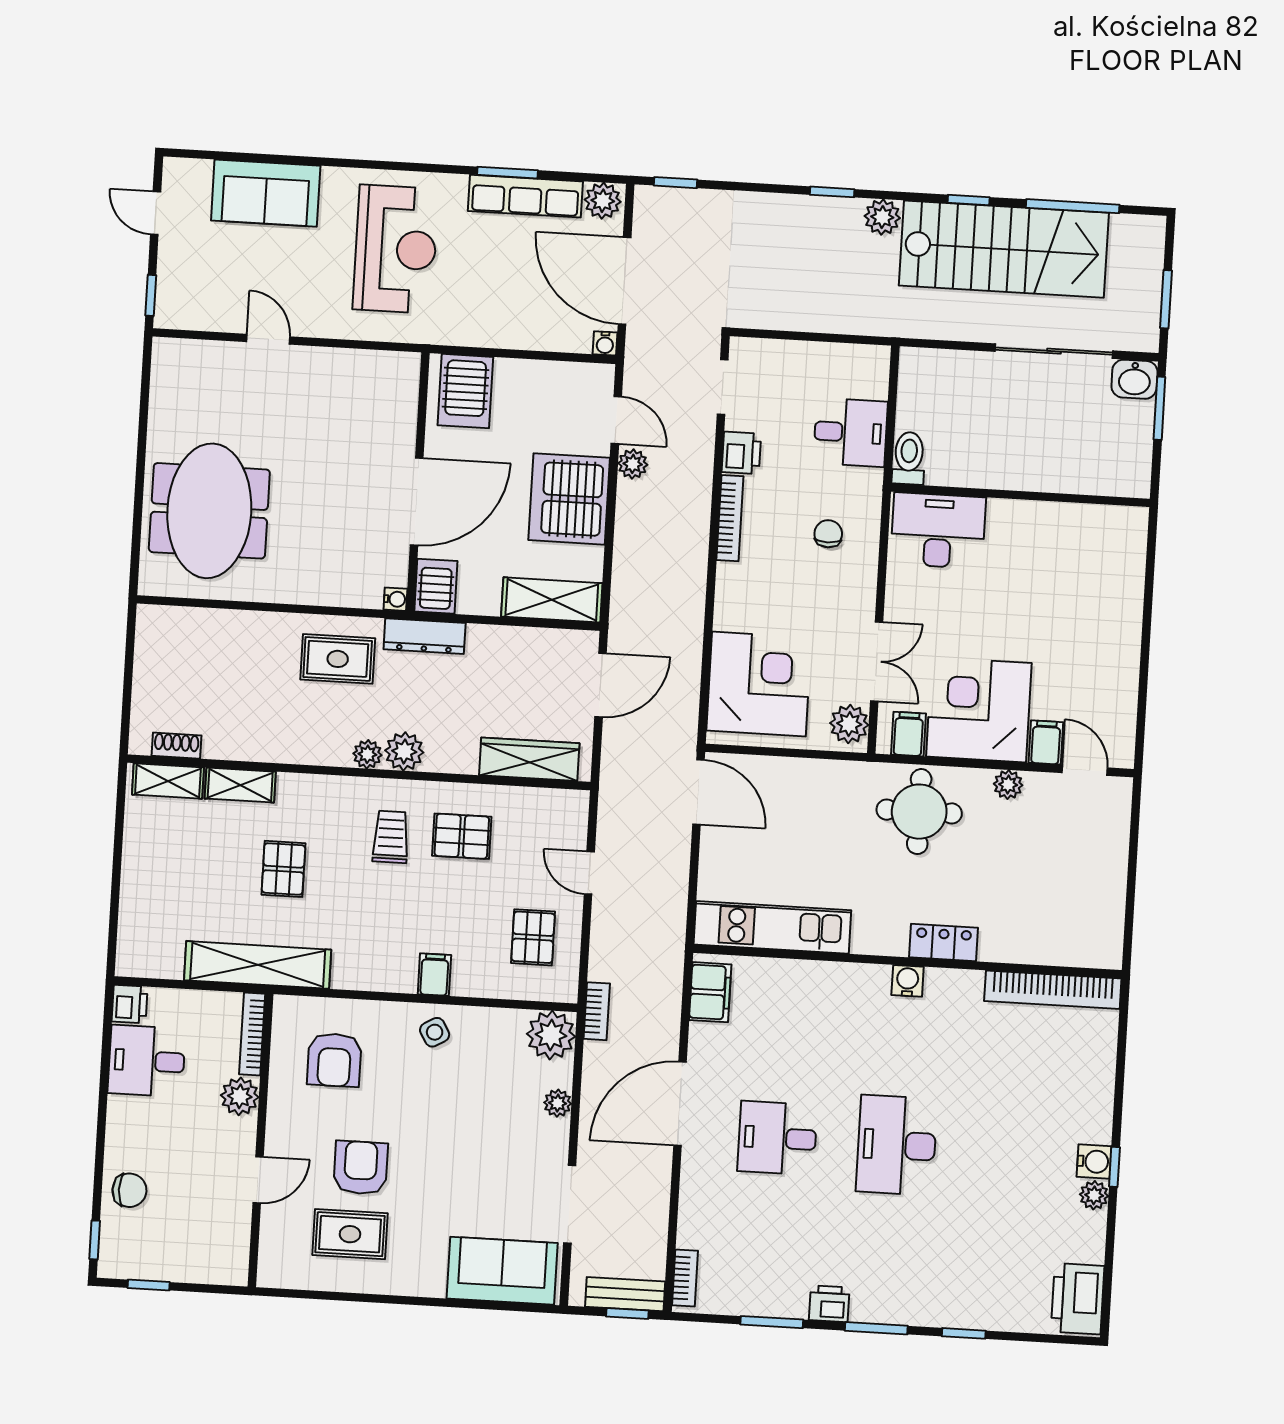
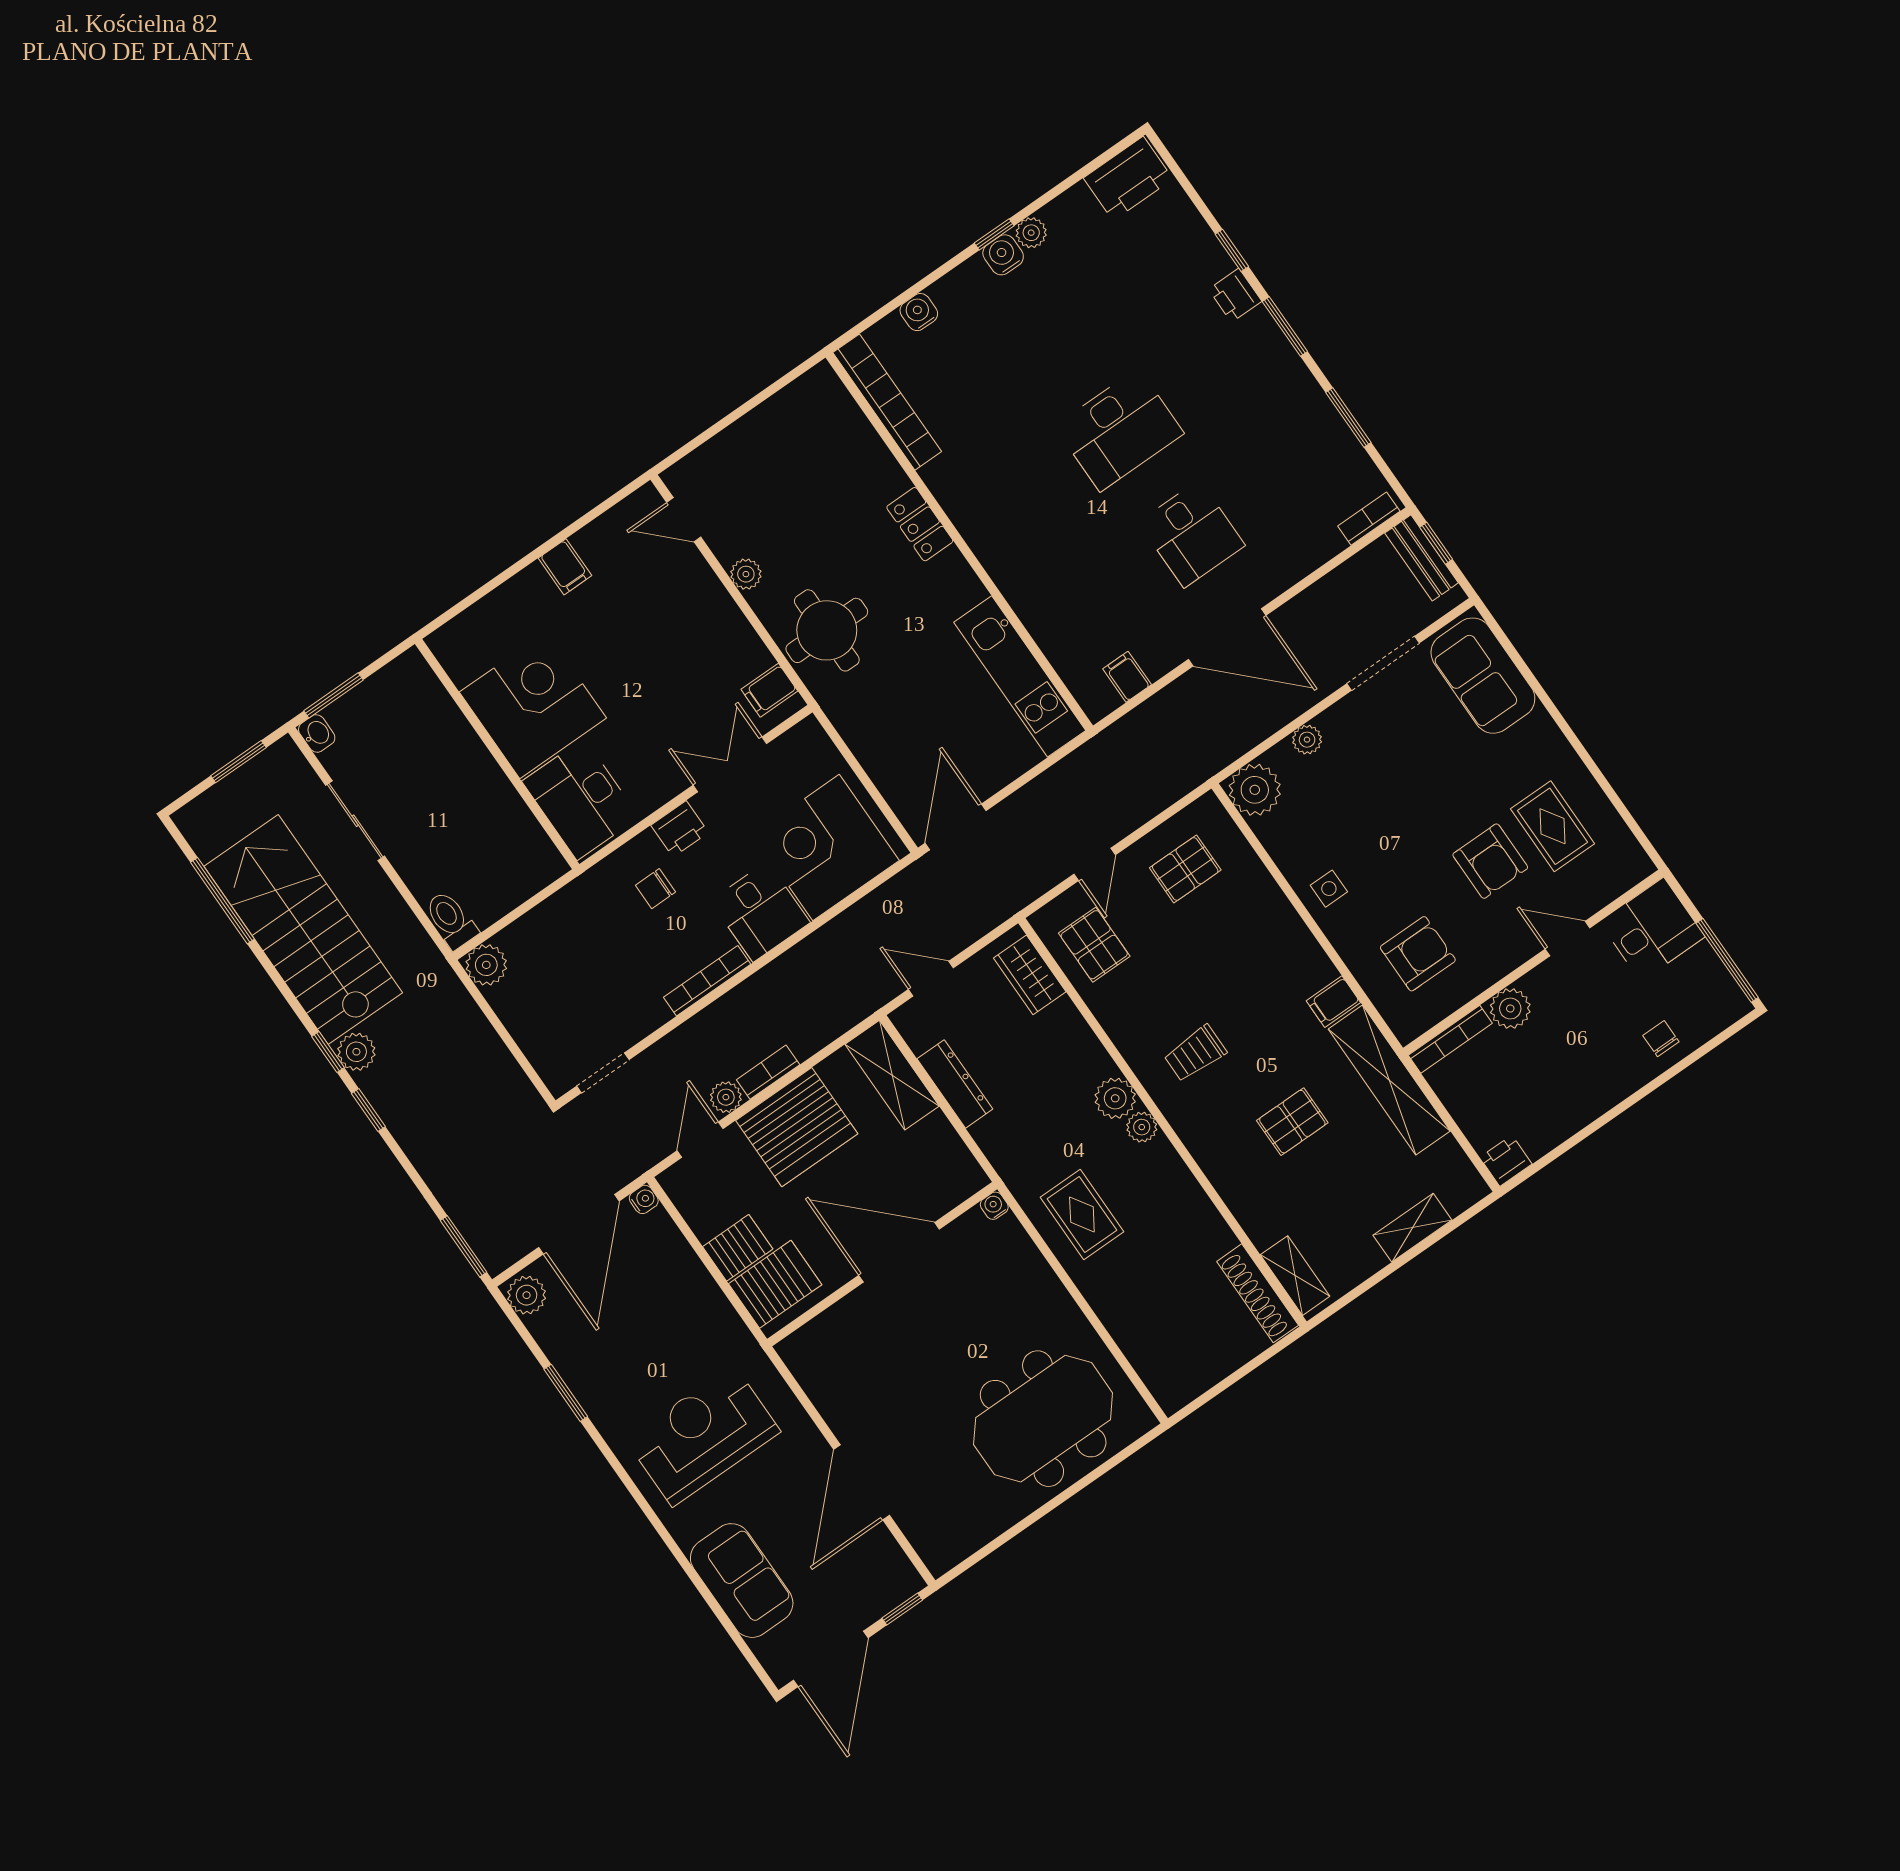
window: (676, 183) -> (464, 1246), width x1.50
row of seats: (525, 196) -> (574, 1362), removed
window: (969, 200) -> (328, 1052), moved
door: (156, 213) -> (831, 1659), width x1.87
door: (268, 339) -> (862, 1482), width x1.88
sliding door: (1054, 351) -> (355, 821), width x0.73
washbasin: (1134, 379) -> (317, 733), width x0.72, depth x0.69
desk: (850, 432) -> (760, 912), moved, turned 180
printer: (741, 453) -> (680, 829), moved, turned 180
toilet: (909, 458) -> (451, 920), moved, turned 90
server rack: (436, 586) -> (738, 1248), moved, turned 180
dresser: (425, 636) -> (955, 1084), moved
door: (601, 685) -> (931, 979), width x0.73
corner desk: (979, 710) -> (533, 705), moved, turned 180
plant: (849, 724) -> (486, 965), moved
filing cabinet: (1046, 742) -> (565, 567), moved, turned -90
shoe rack: (176, 746) -> (1258, 1293), width x1.94, depth x1.24
wardrobe: (529, 759) -> (1030, 975), width x0.67
door: (1085, 770) -> (684, 520), hinge flipped
shelving: (240, 785) -> (1412, 1228), moved, turned 90
pallet: (462, 836) -> (1094, 945), moved
filing cabinet: (434, 975) -> (1333, 1002), moved
water cooler: (908, 981) -> (919, 312), moved, turned 90
filing cabinet: (710, 992) -> (1127, 677), width x0.50
bookcase: (597, 1011) -> (768, 1072), moved
side table: (435, 1032) -> (1329, 889), turned 30
desk: (147, 1061) -> (1652, 929), moved, turned -90
armchair: (361, 1168) -> (1490, 861), turned -90
chair: (129, 1190) -> (1661, 1039), width x0.73, depth x0.73
window: (95, 1240) -> (1725, 1035), removed
window: (149, 1285) -> (1727, 960), width x2.17
printer: (829, 1304) -> (1235, 295), moved

